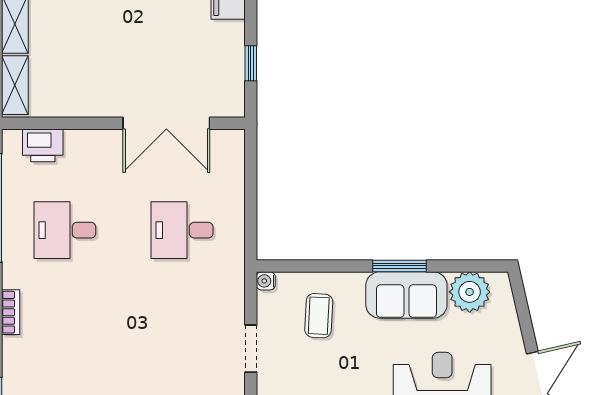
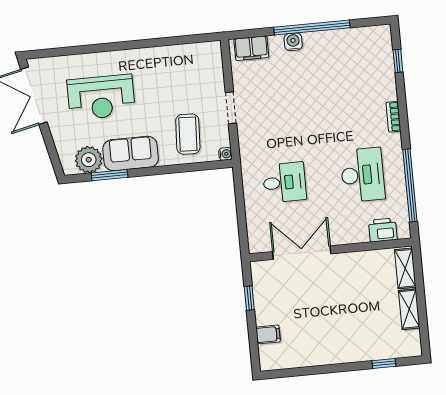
desk: (65, 230) -> (363, 175), width x1.37
window: (399, 266) -> (110, 175), moved
coffee table: (319, 316) -> (188, 134), width x1.36, depth x1.30

